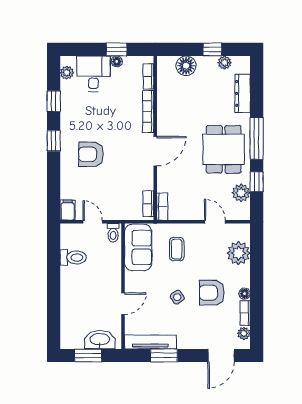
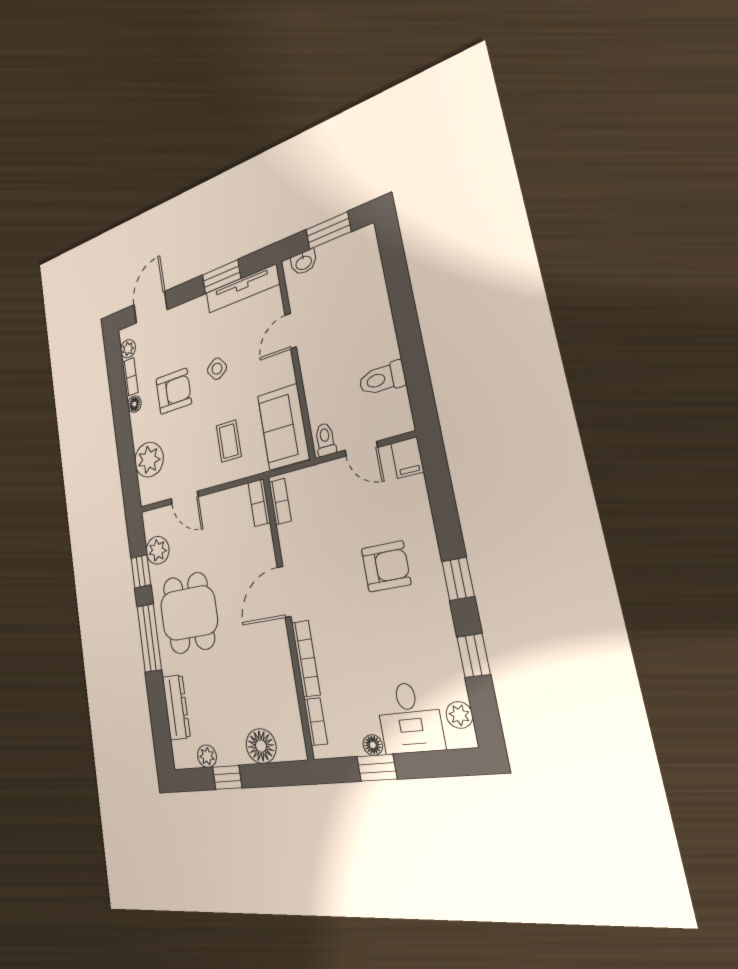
washbasin: (100, 340) -> (304, 262), width x0.52, depth x0.69

